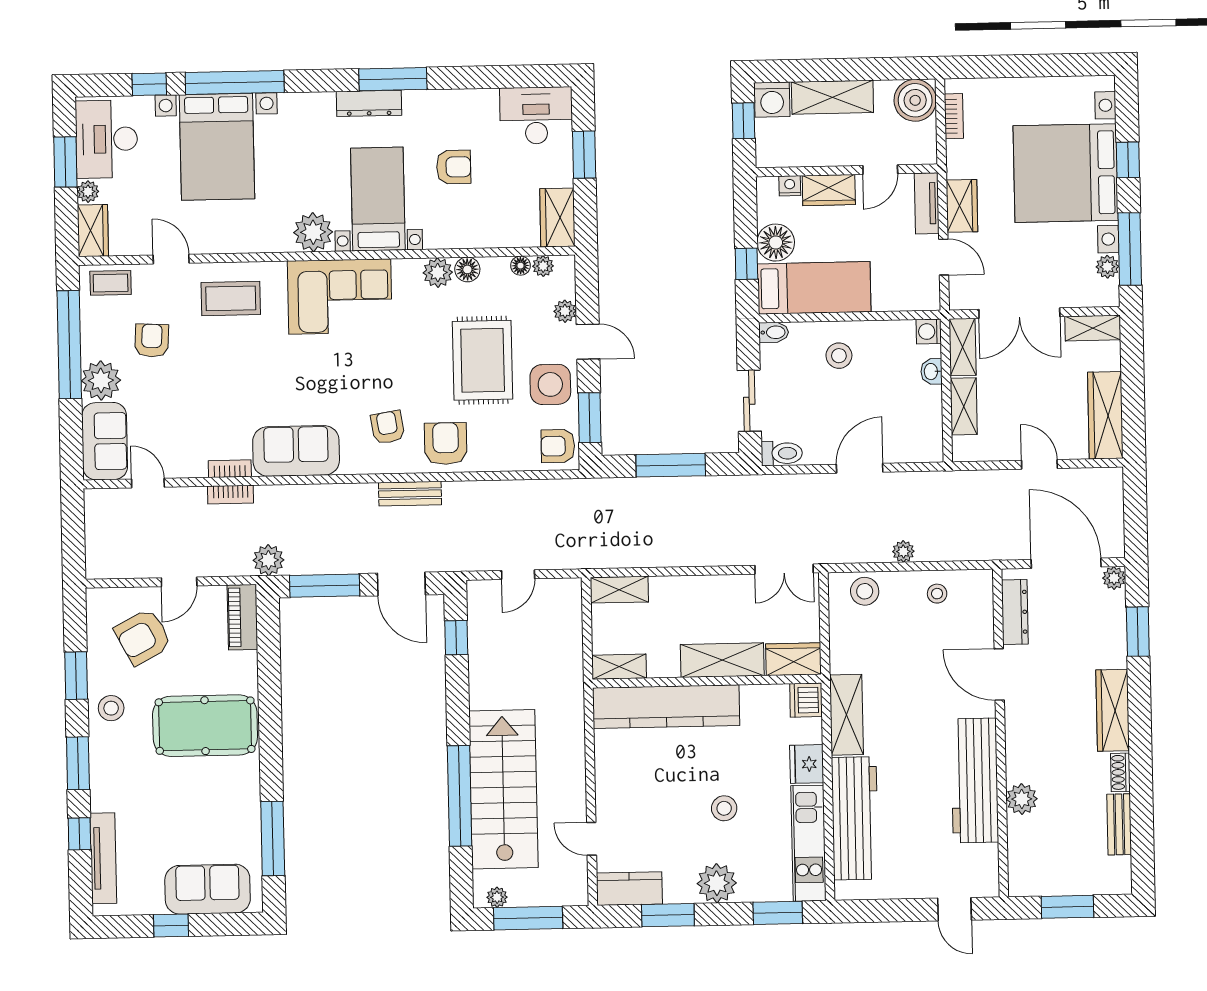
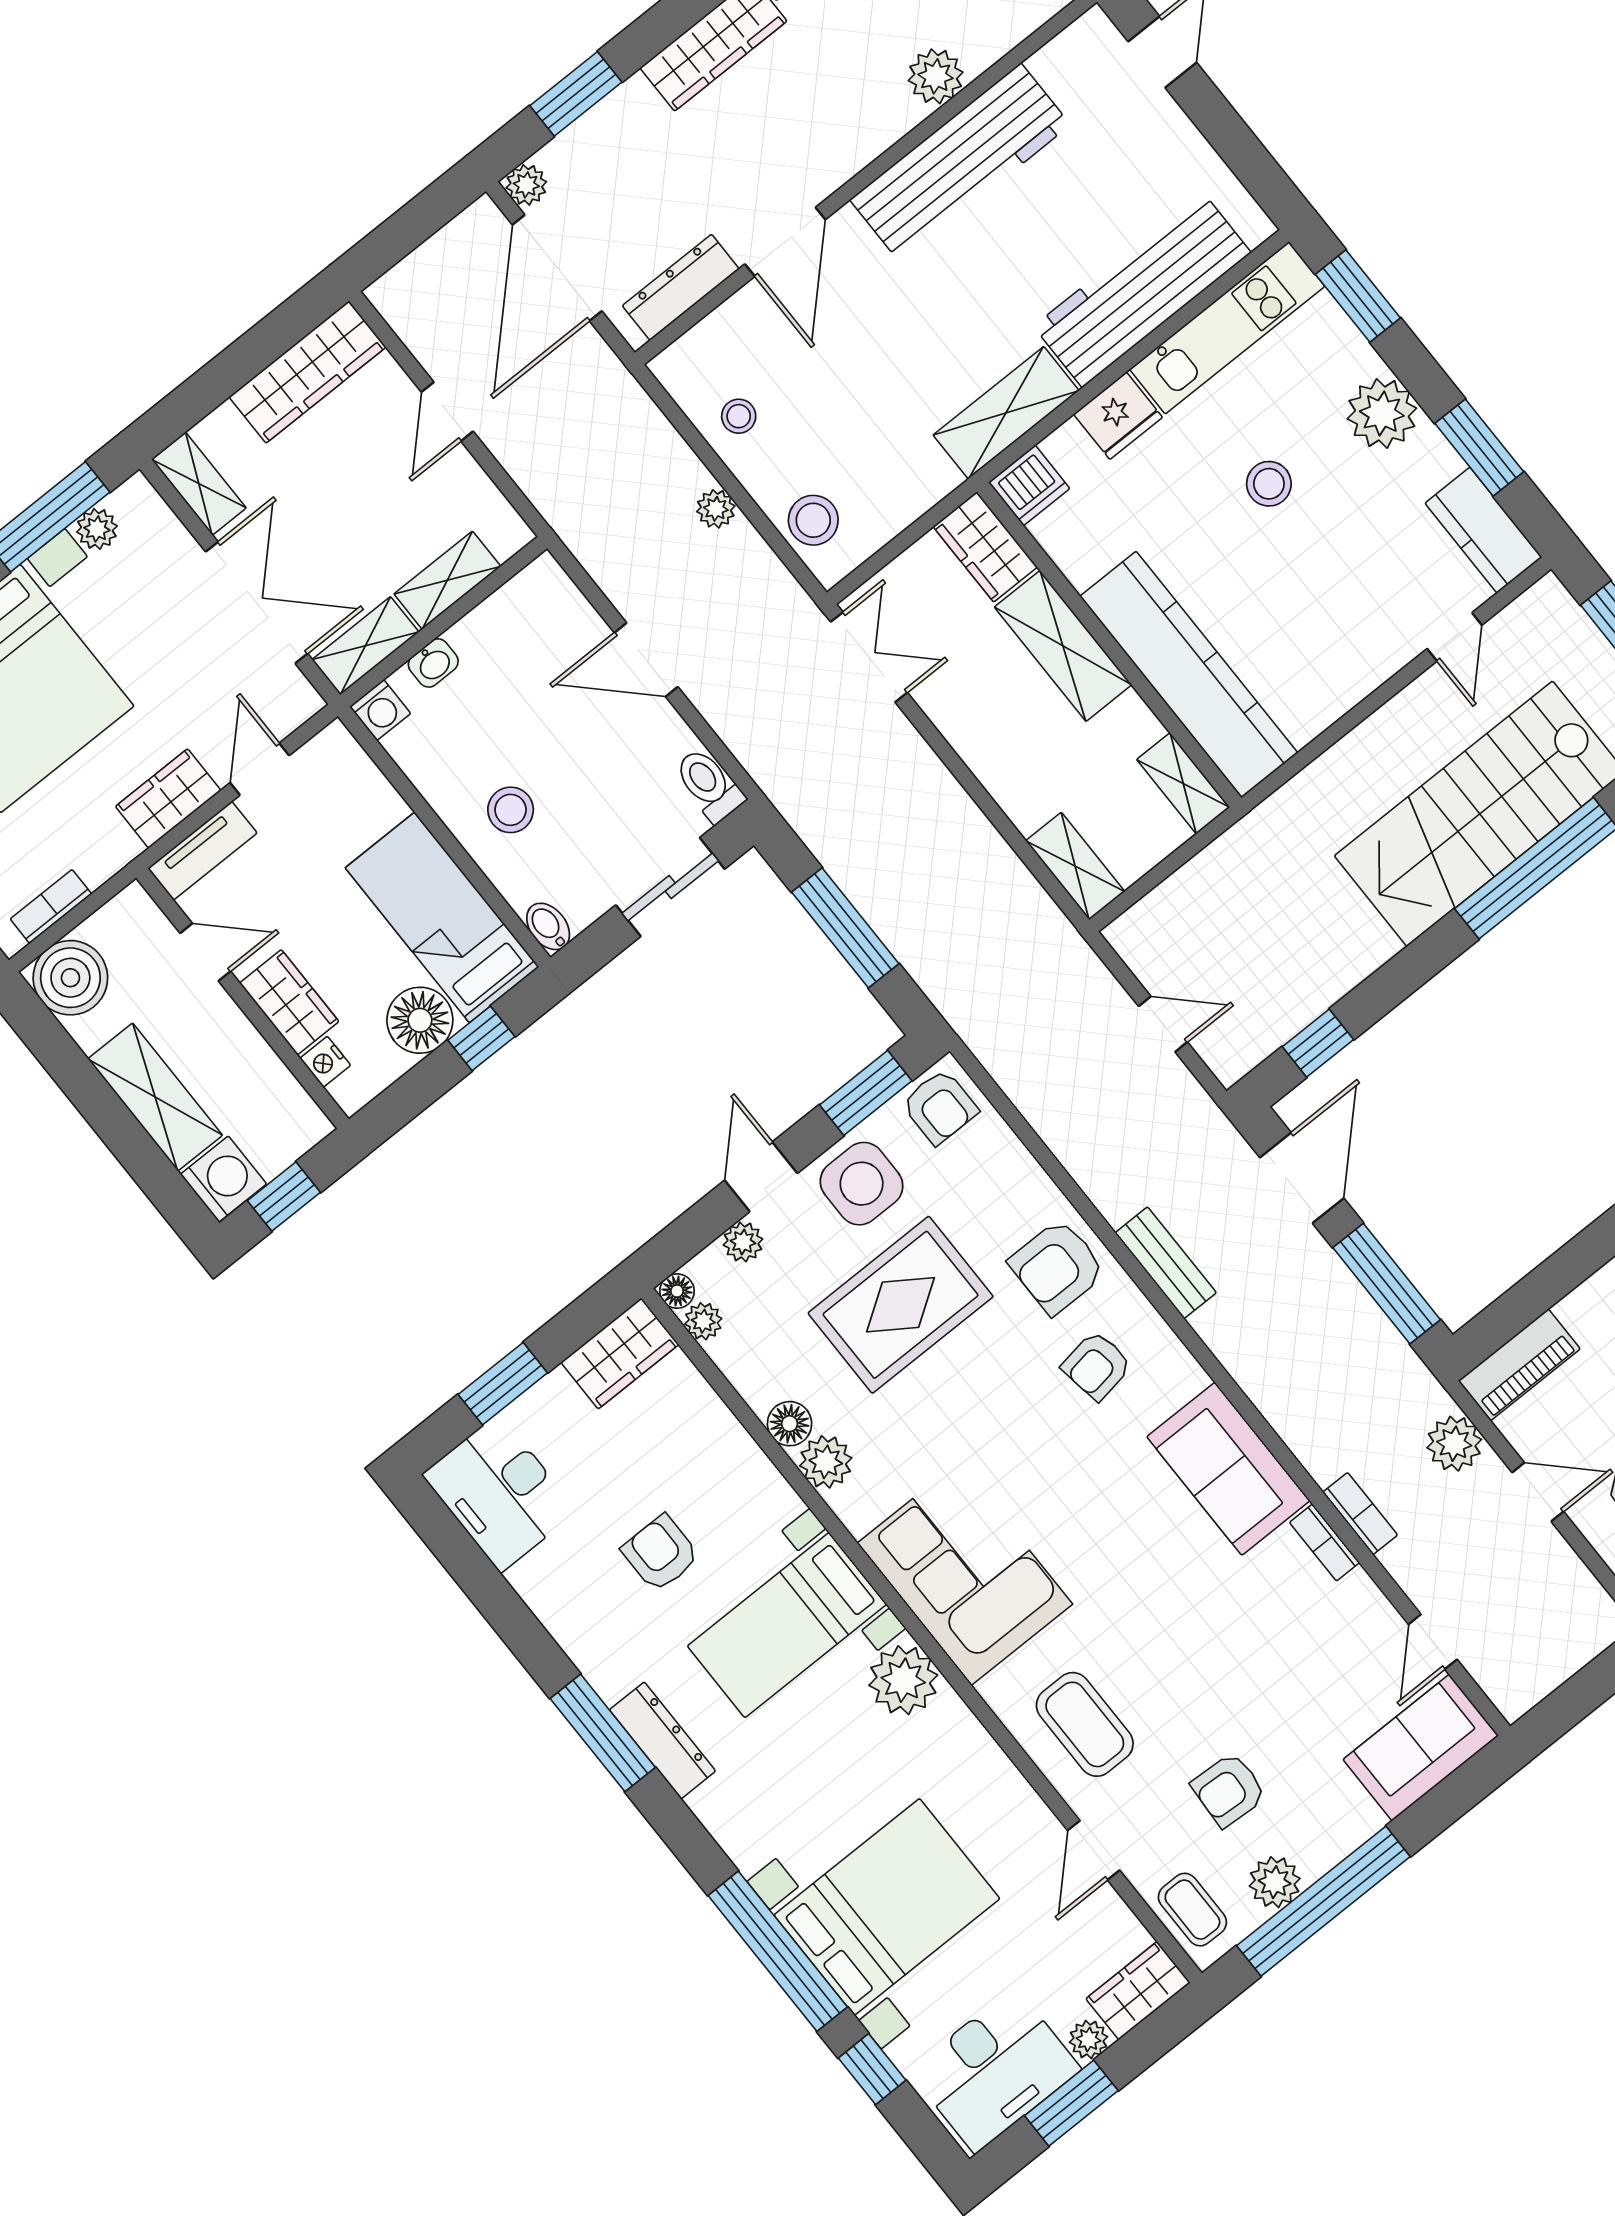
floor lamp: (520, 266) -> (677, 1291), moved
plant: (101, 380) -> (1275, 1882), moved, width x0.73, depth x0.73
plant: (268, 560) -> (1454, 1444), moved

